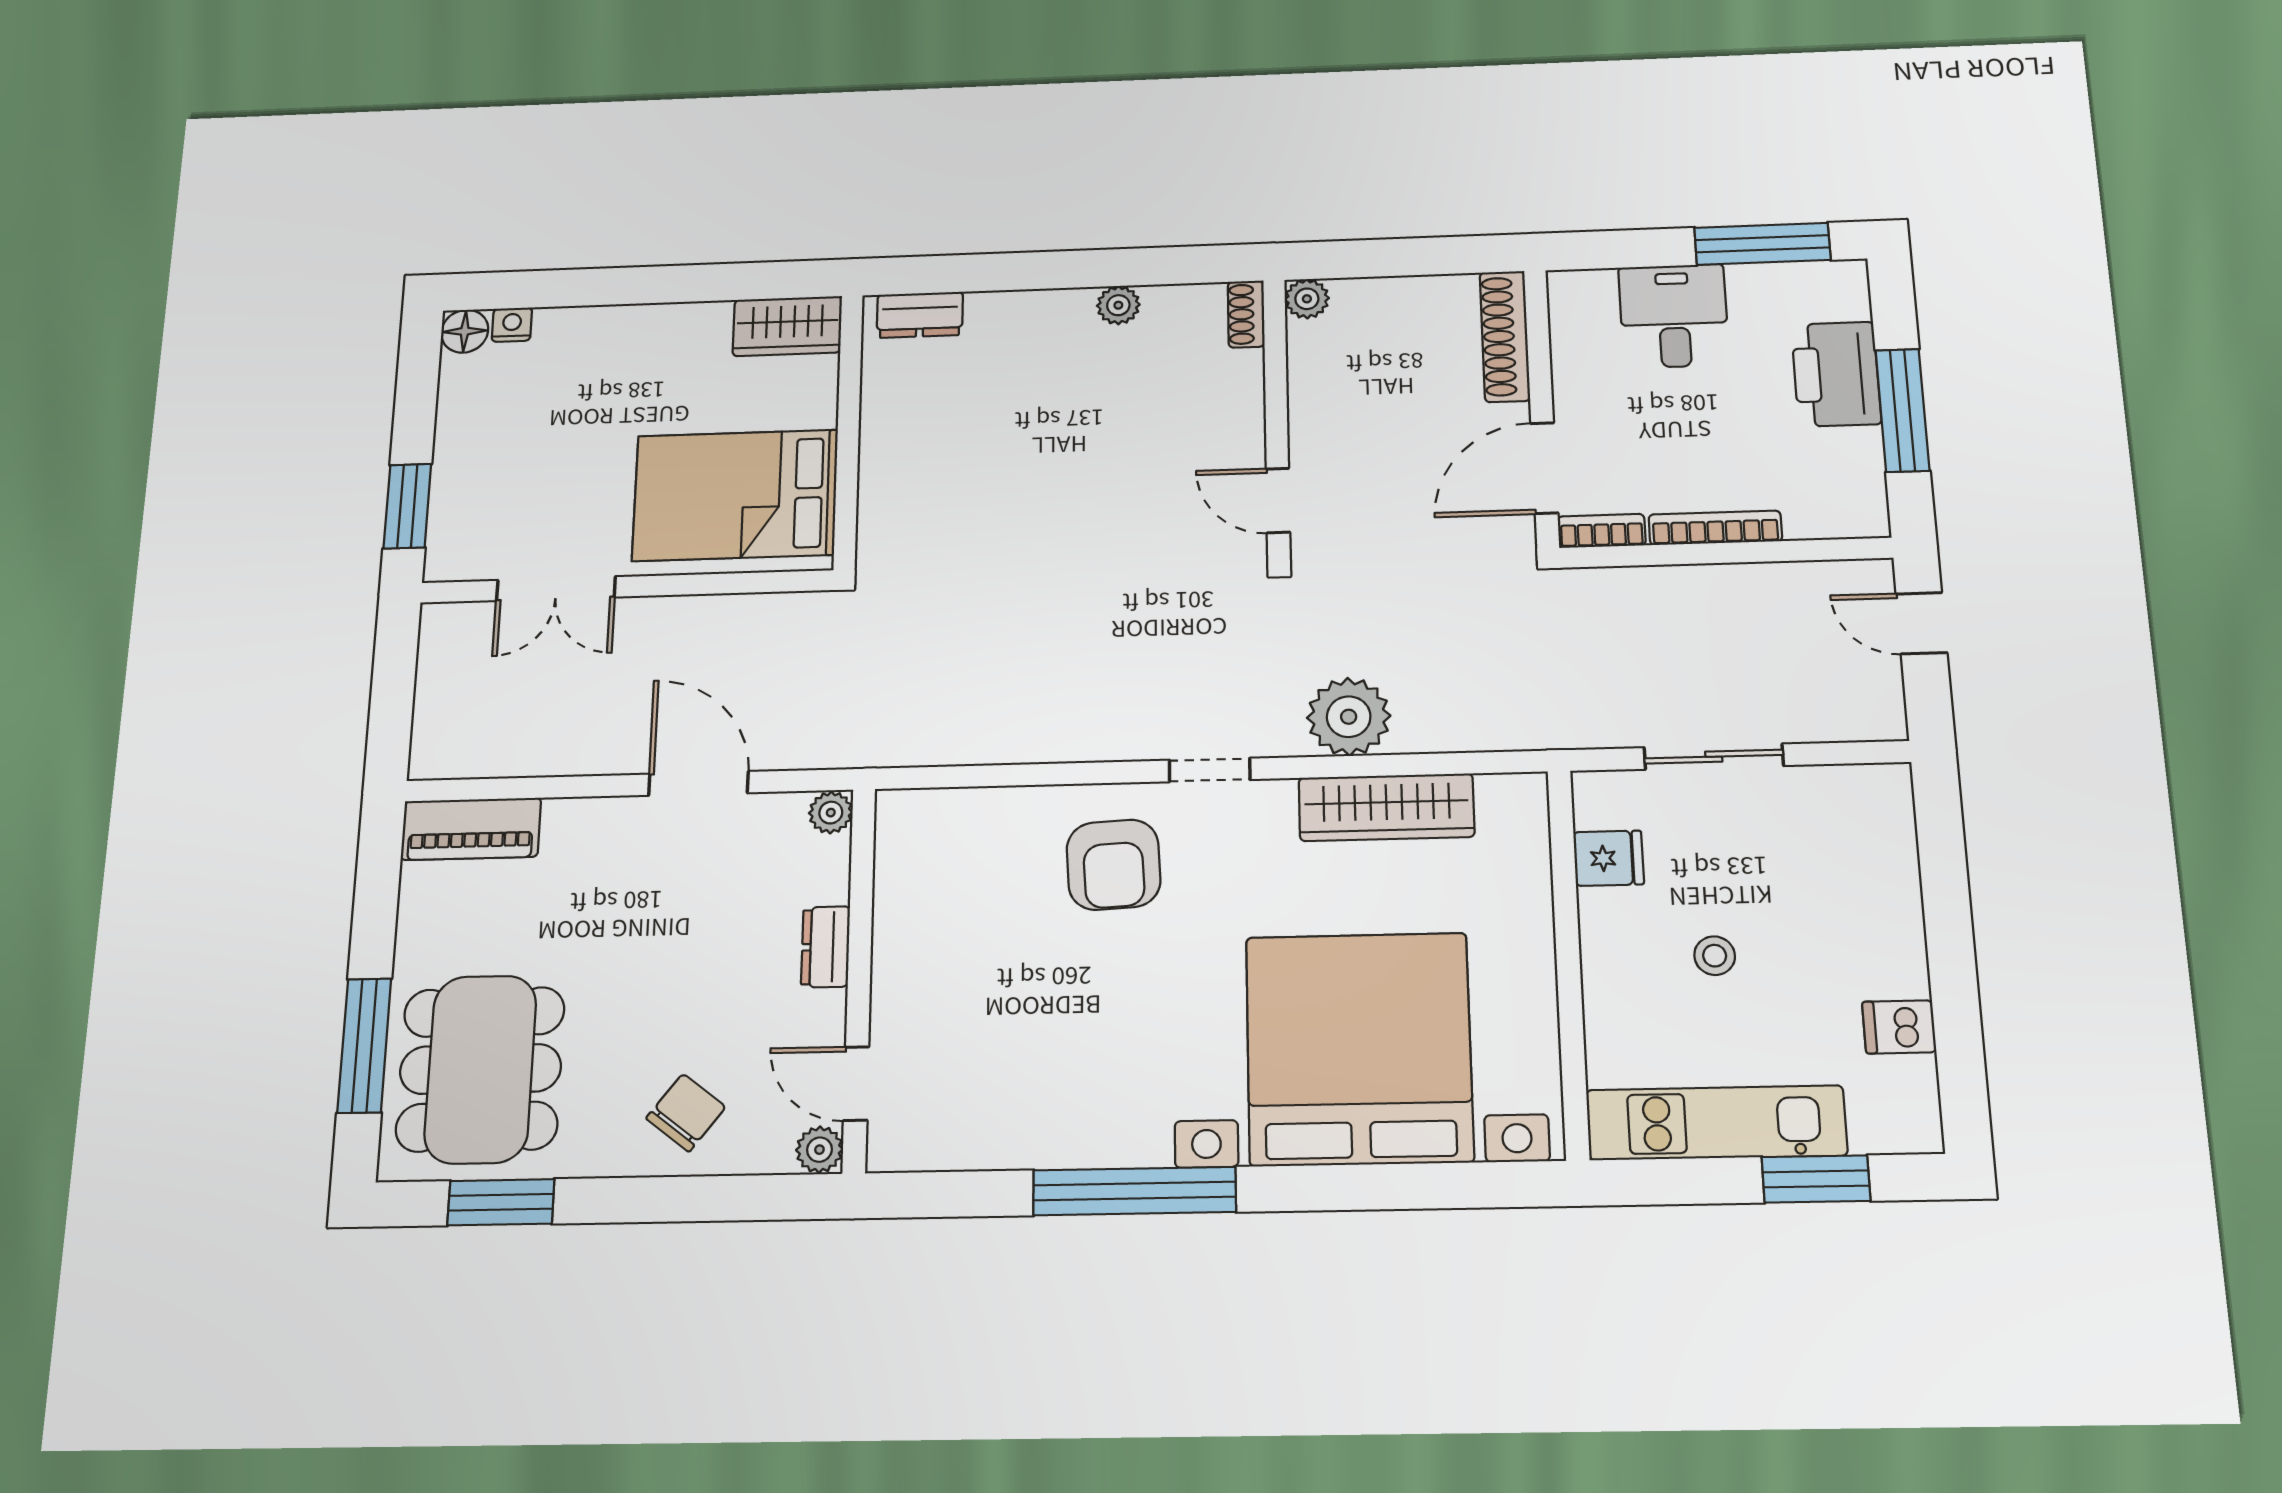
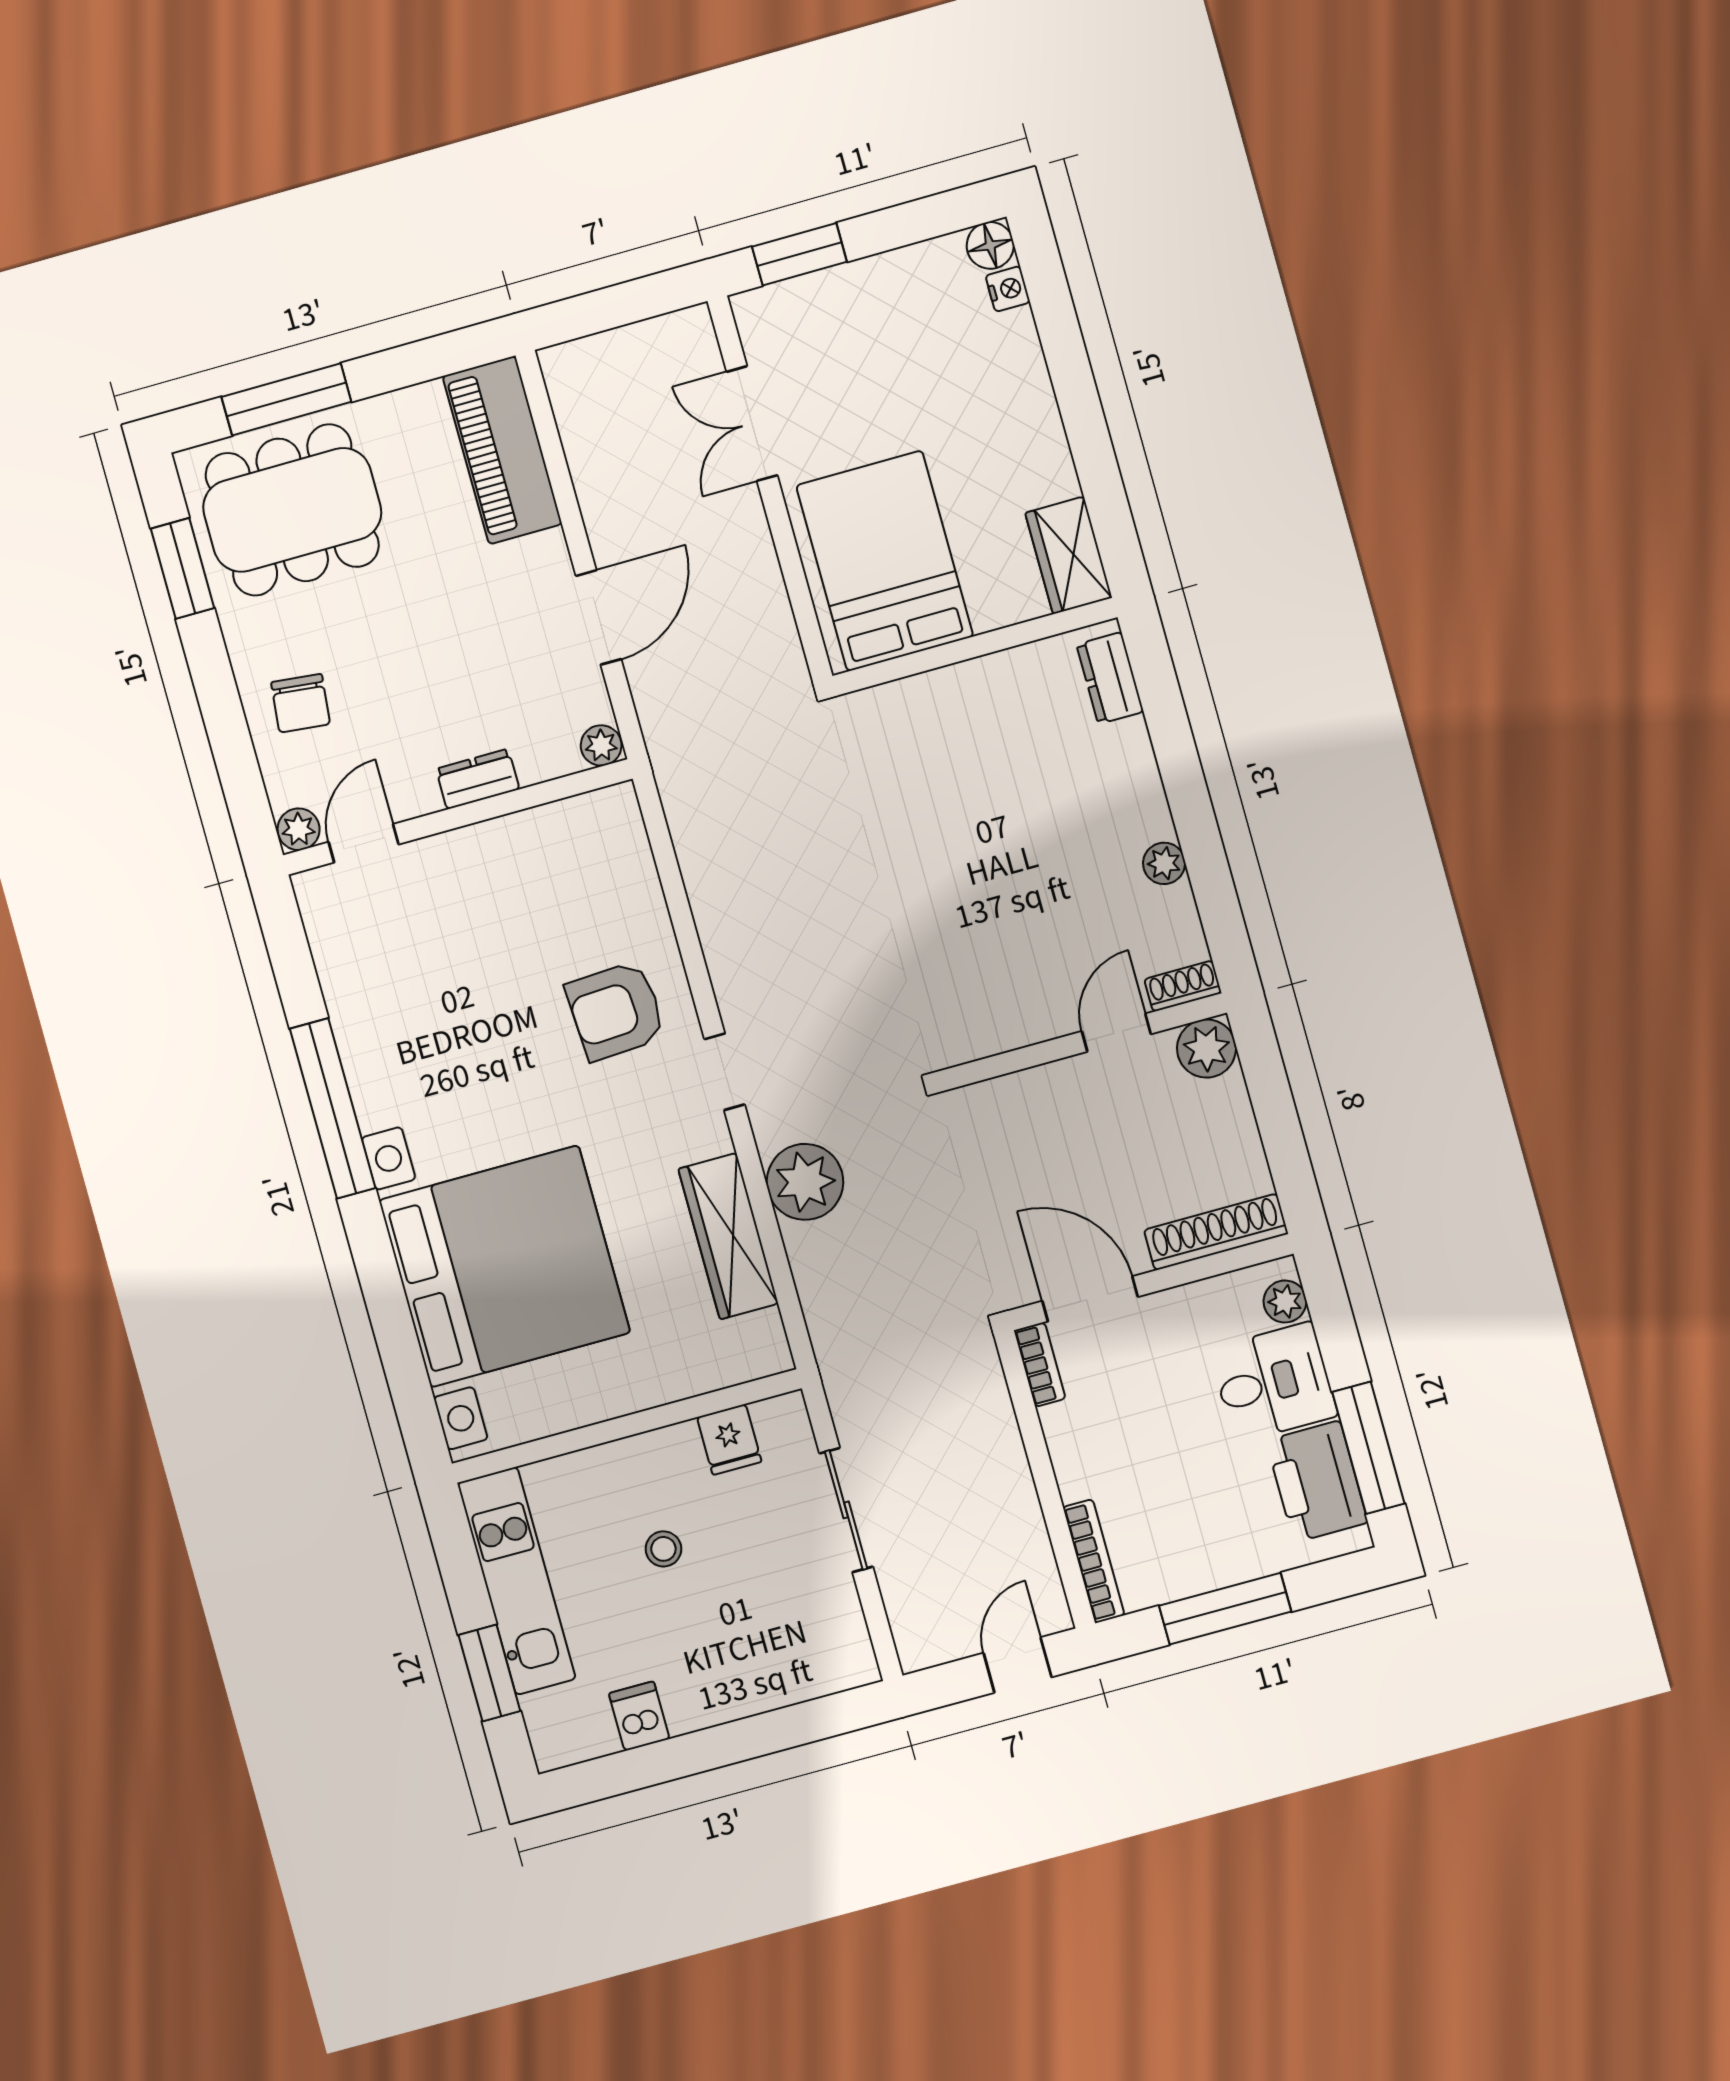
plant: (1593, 288) -> (1285, 1301), added
plant: (1307, 299) -> (1206, 1048), width x1.38, depth x1.38
printer: (1836, 374) -> (1317, 1482), moved, turned -90
door: (1278, 500) -> (1116, 1033), moved
bookcase: (1715, 528) -> (1094, 1561), moved
piano: (471, 829) -> (502, 450), width x1.37, depth x1.33
chair: (686, 1113) -> (301, 703), turned 58

